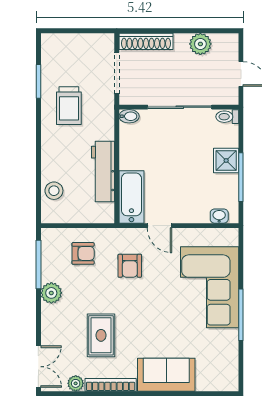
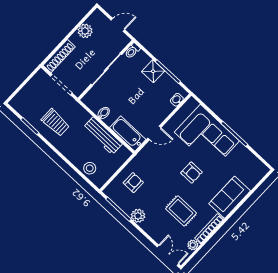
bidet: (129, 116) -> (104, 113), moved
armchair: (130, 266) -> (191, 173), moved

